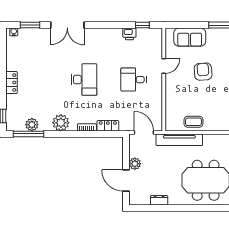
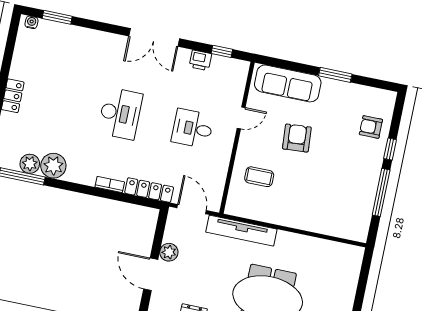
double door: (67, 25) -> (154, 37), moved
sofa: (190, 37) -> (288, 83), width x1.36
coffee table: (193, 122) -> (259, 177), moved
plant: (61, 123) -> (53, 166), moved
locker: (108, 126) -> (149, 190), width x1.53

